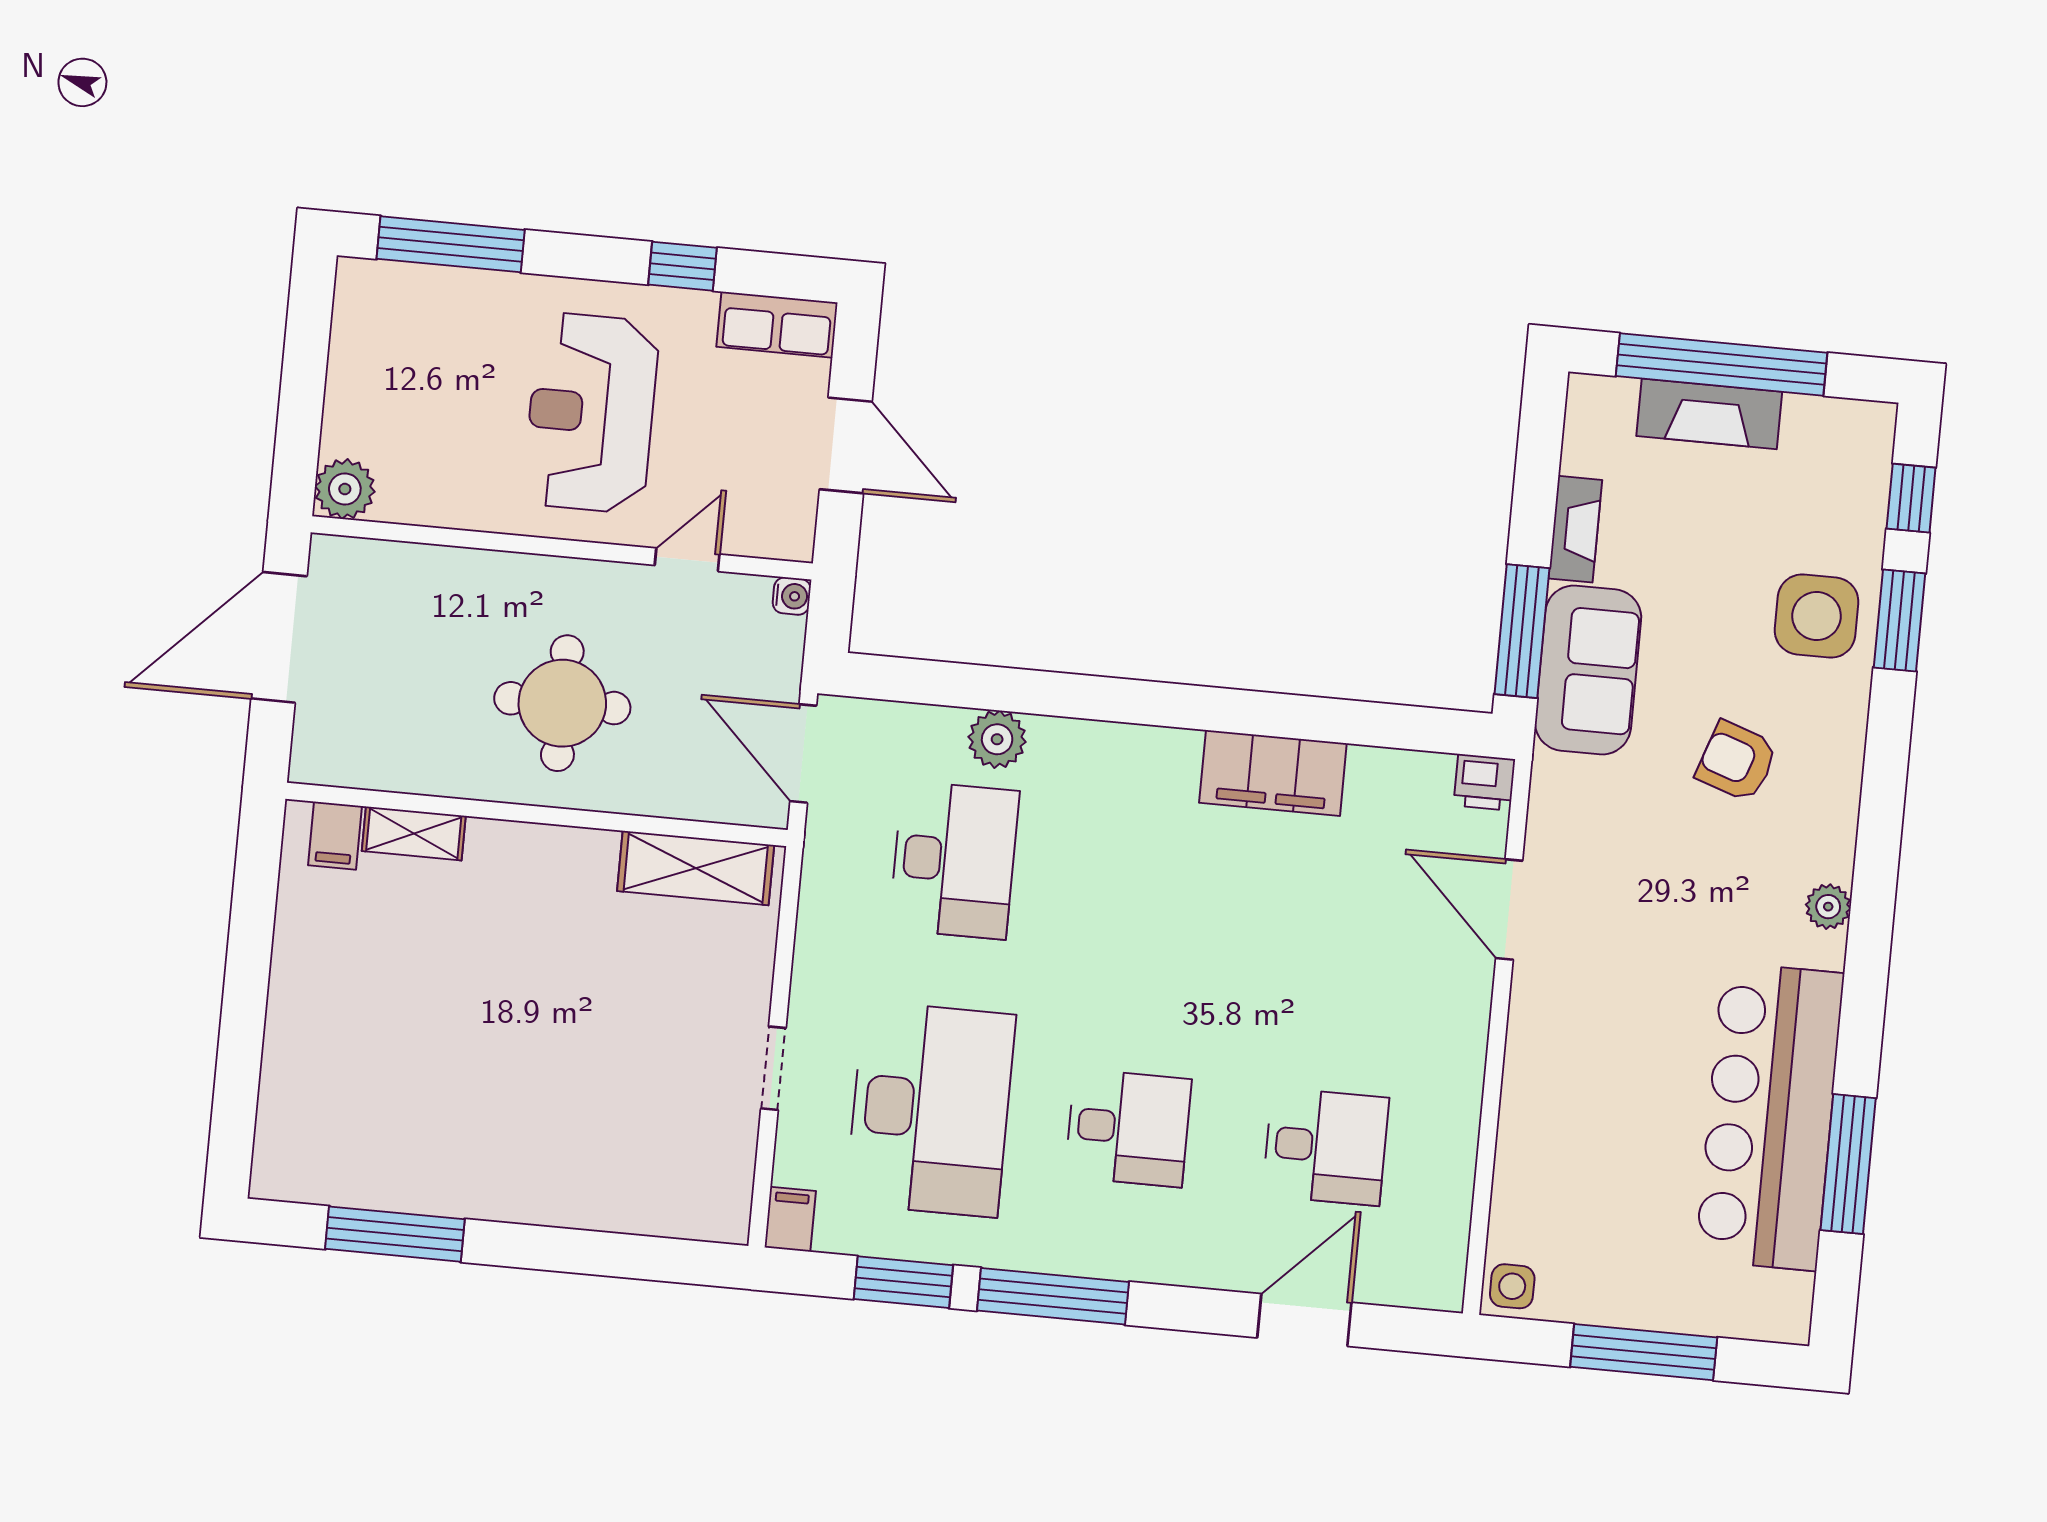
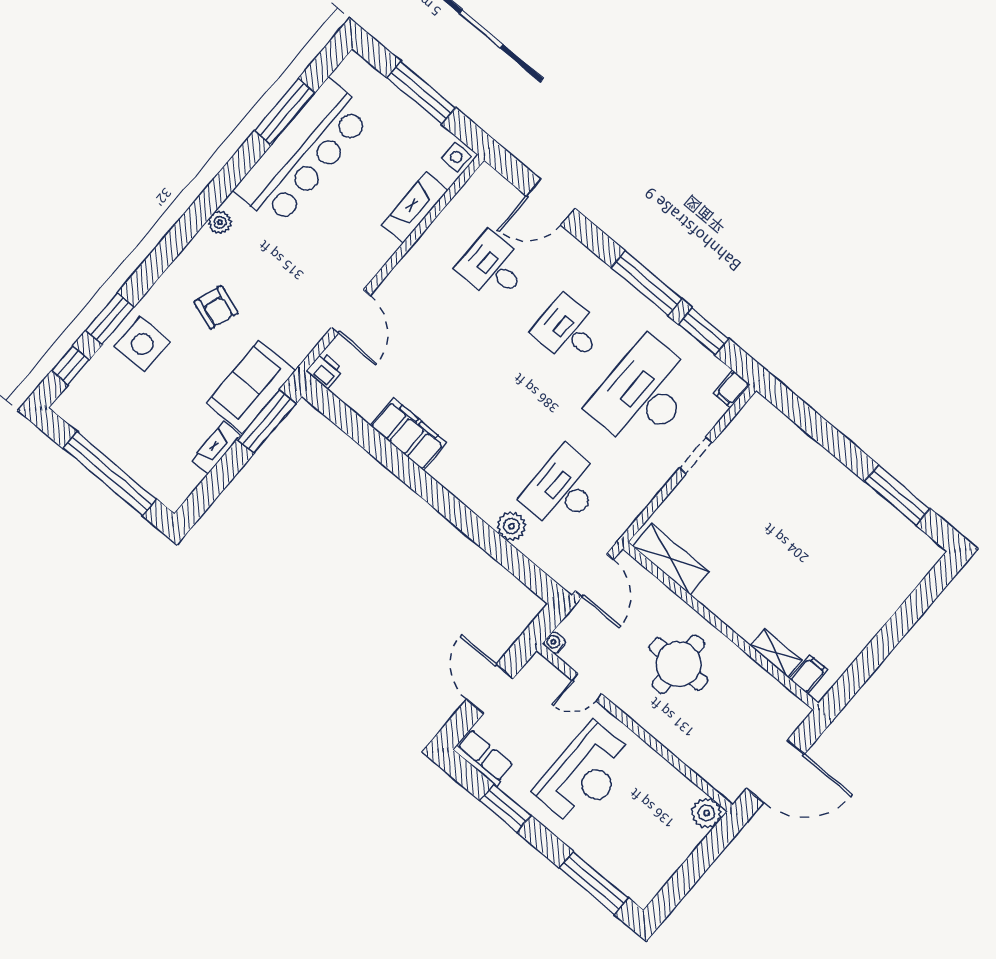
window: (683, 266) -> (506, 808), width x1.50
fireplace: (1709, 414) -> (415, 208), moved, turned -90

